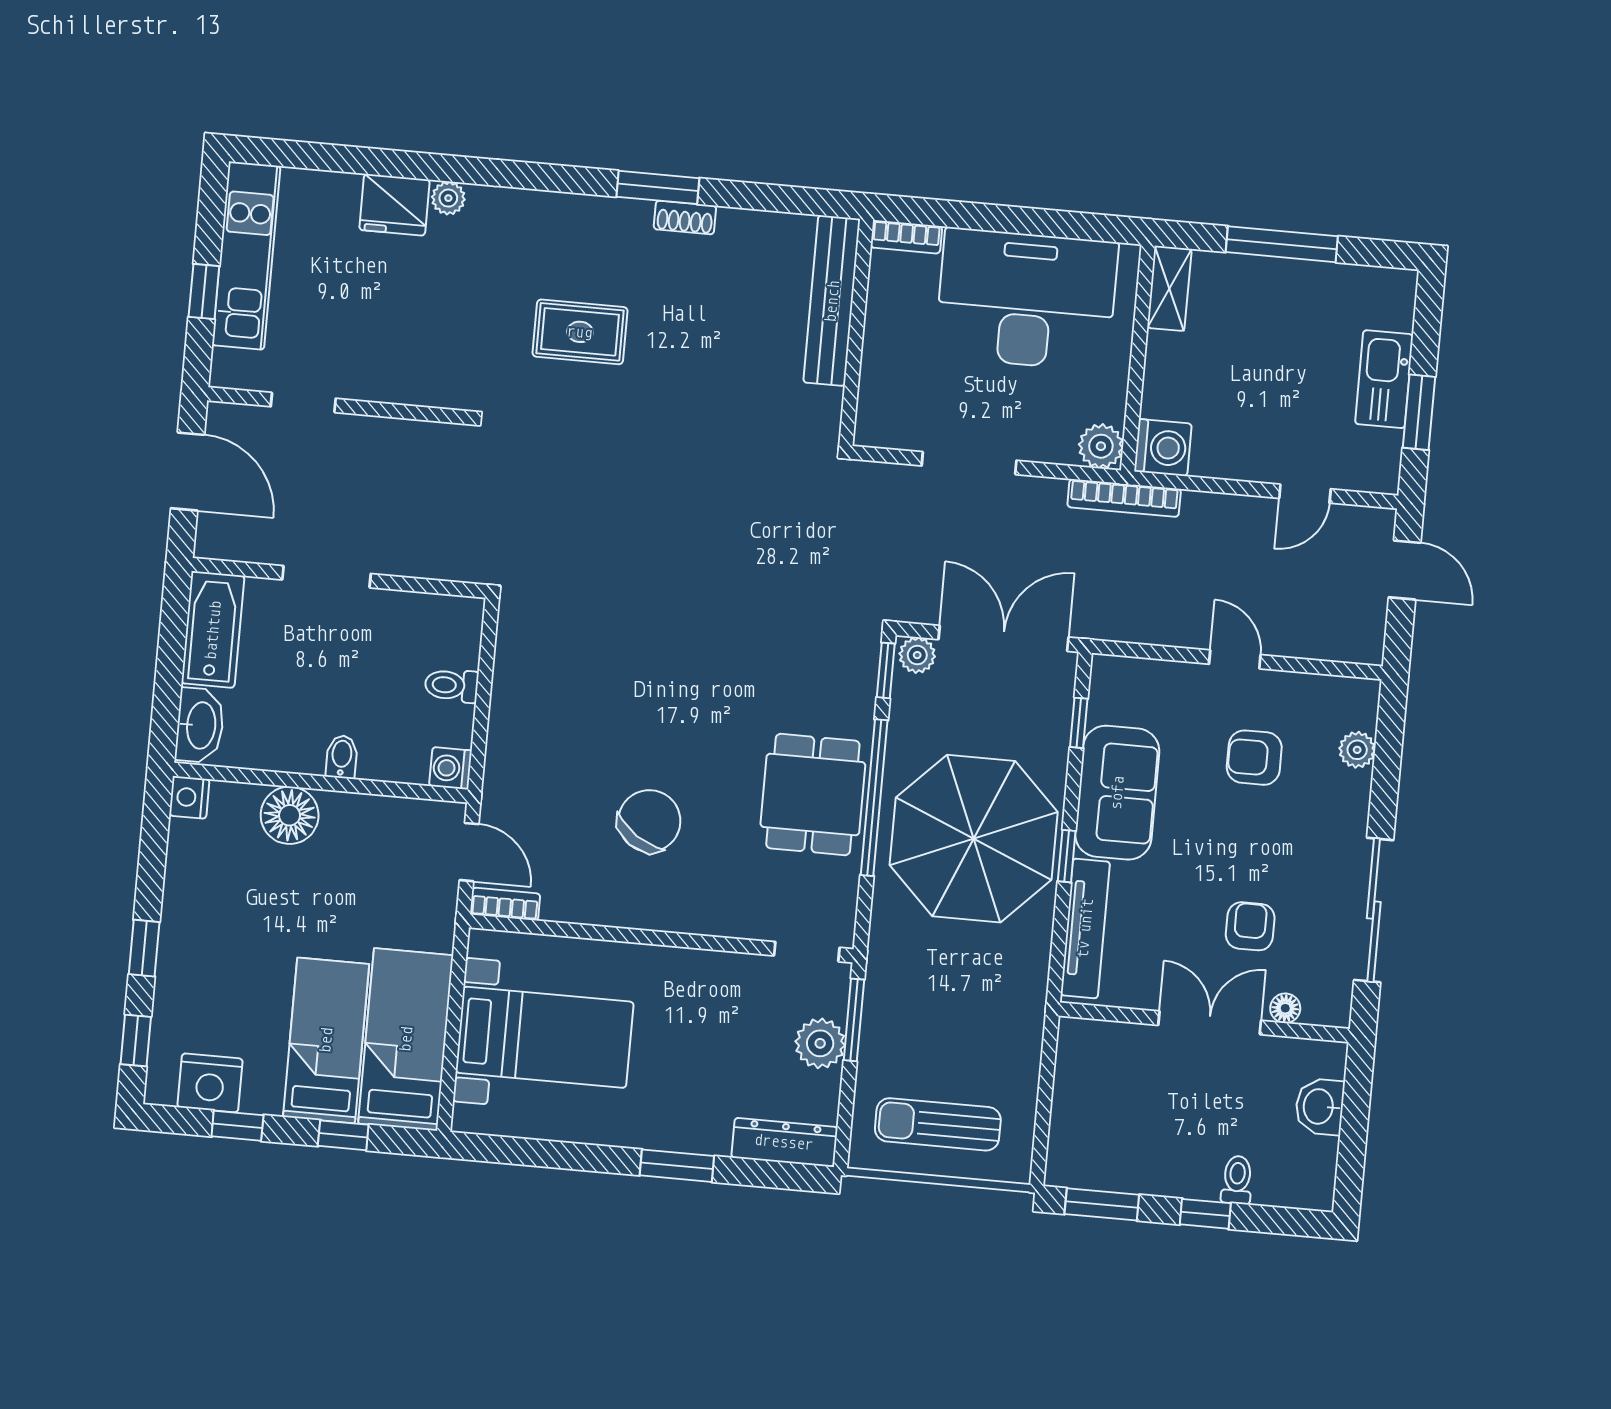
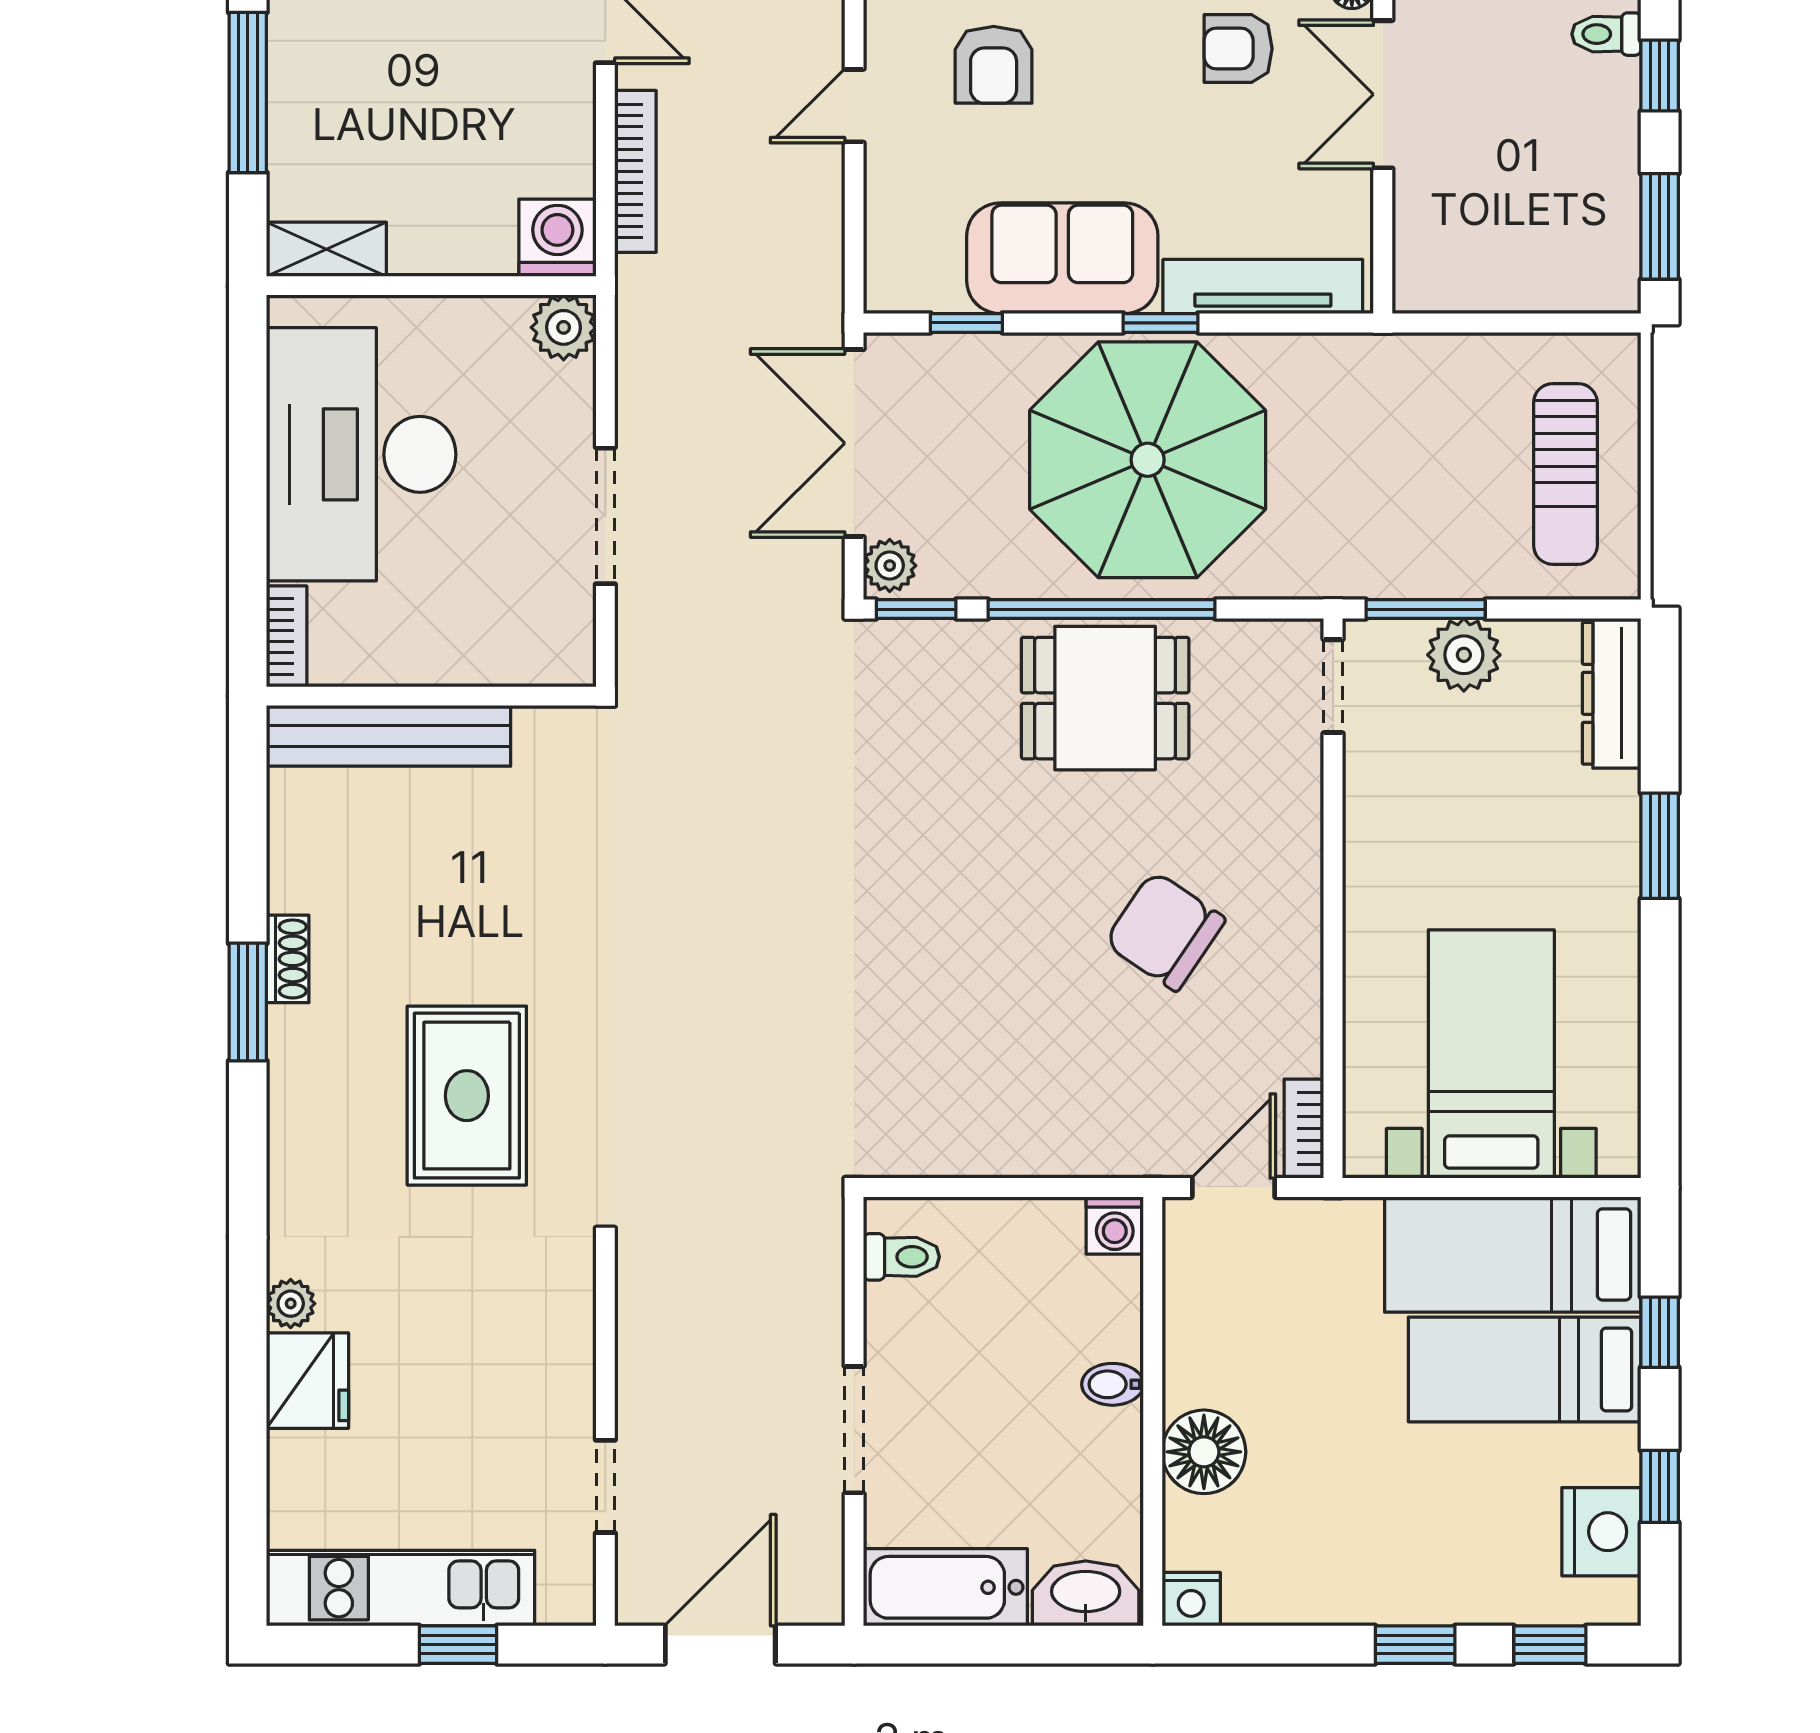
rug: (580, 332) -> (467, 1096), width x1.36, depth x1.43
bookcase: (1124, 498) -> (635, 171), moved
toilet: (452, 685) -> (901, 1257), moved, turned -90

